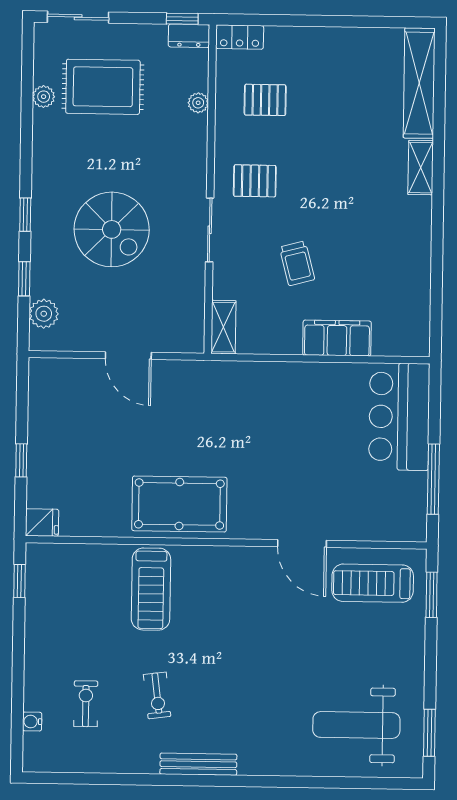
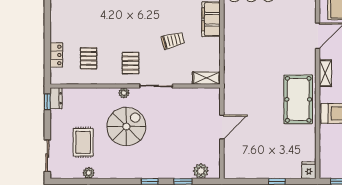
locker: (240, 37) -> (56, 55), moved
rug: (103, 87) -> (83, 142), width x0.73, depth x0.70
plant: (198, 103) -> (124, 93), moved
spiral stairs: (112, 229) -> (126, 127), moved
shelving: (229, 557) -> (325, 73), added

